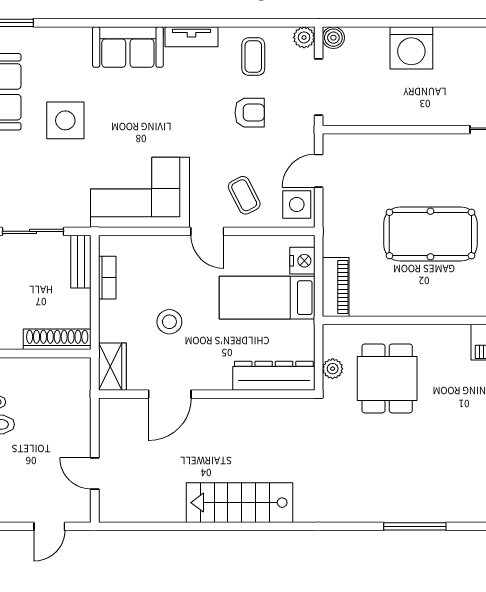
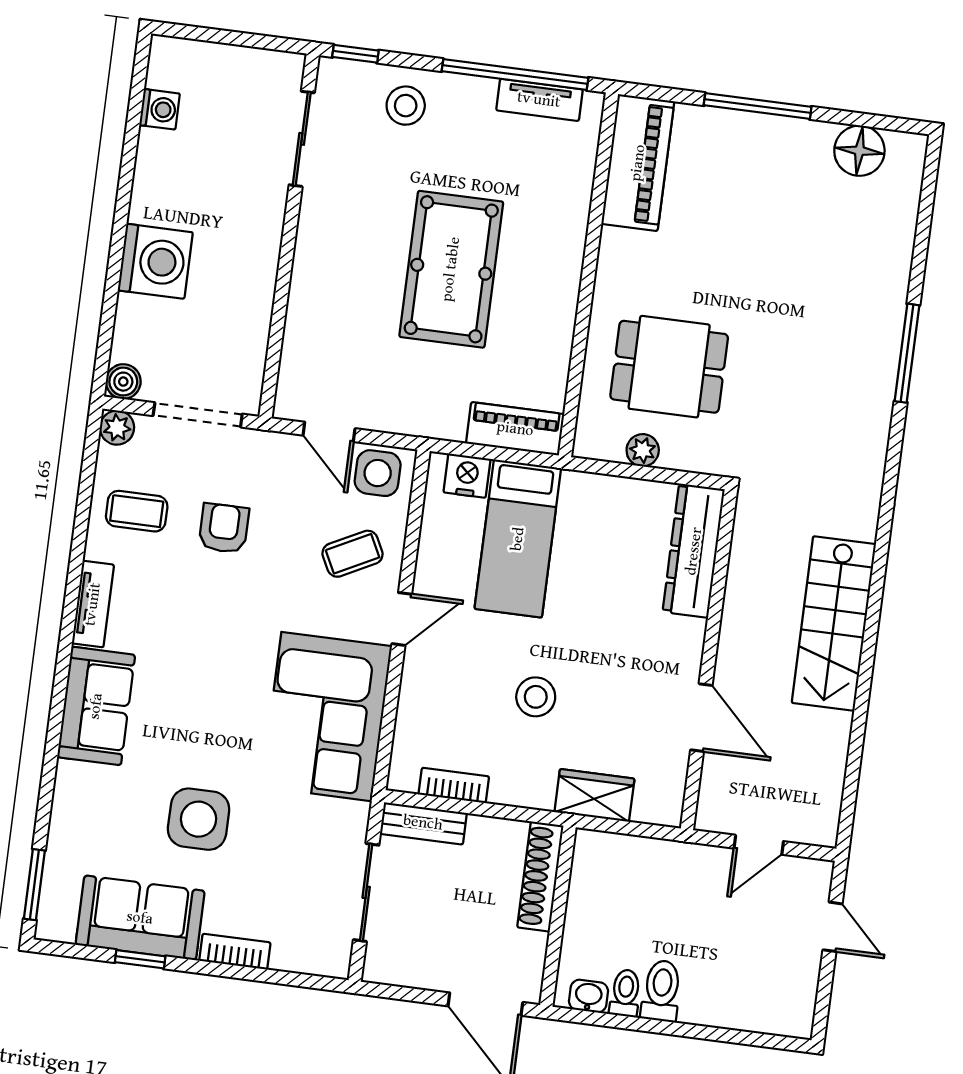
dresser: (274, 376) -> (694, 551), moved
door: (170, 394) -> (701, 718), moved
wall: (207, 394) -> (709, 660), moved

